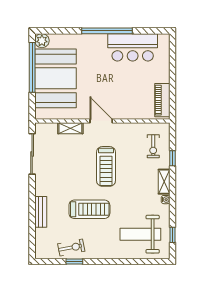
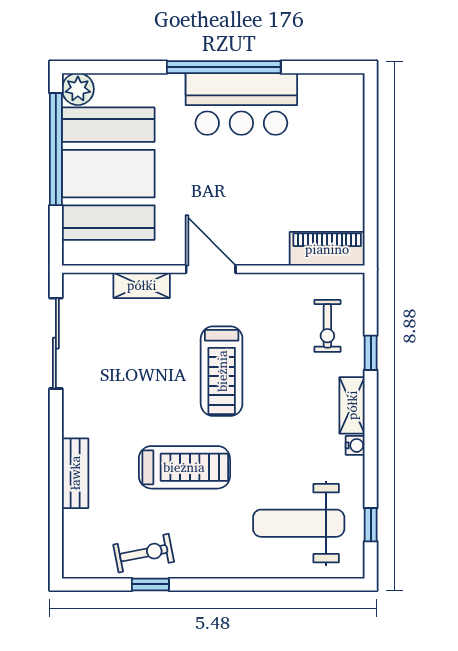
bar counter: (133, 47) -> (241, 104), moved
piano: (162, 100) -> (327, 249), moved, turned 90

